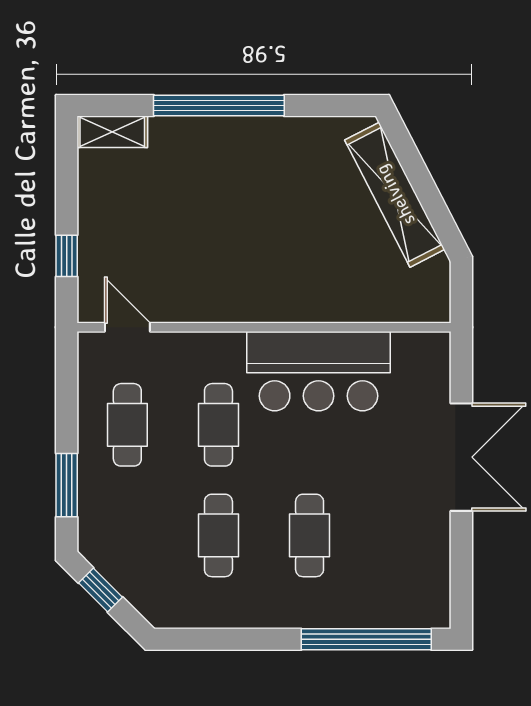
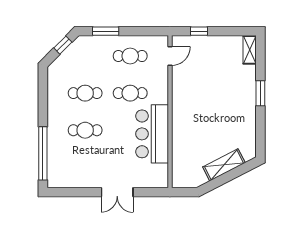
window: (219, 105) -> (260, 93), width x0.47
shelving: (395, 195) -> (224, 165), width x0.68
double door: (461, 457) -> (117, 192), width x0.73

